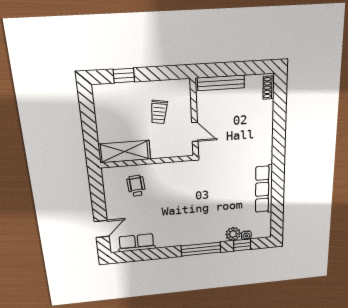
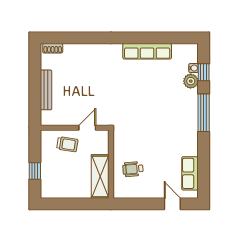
wall: (194, 118) -> (75, 128), moved
door: (195, 132) -> (87, 128), moved

